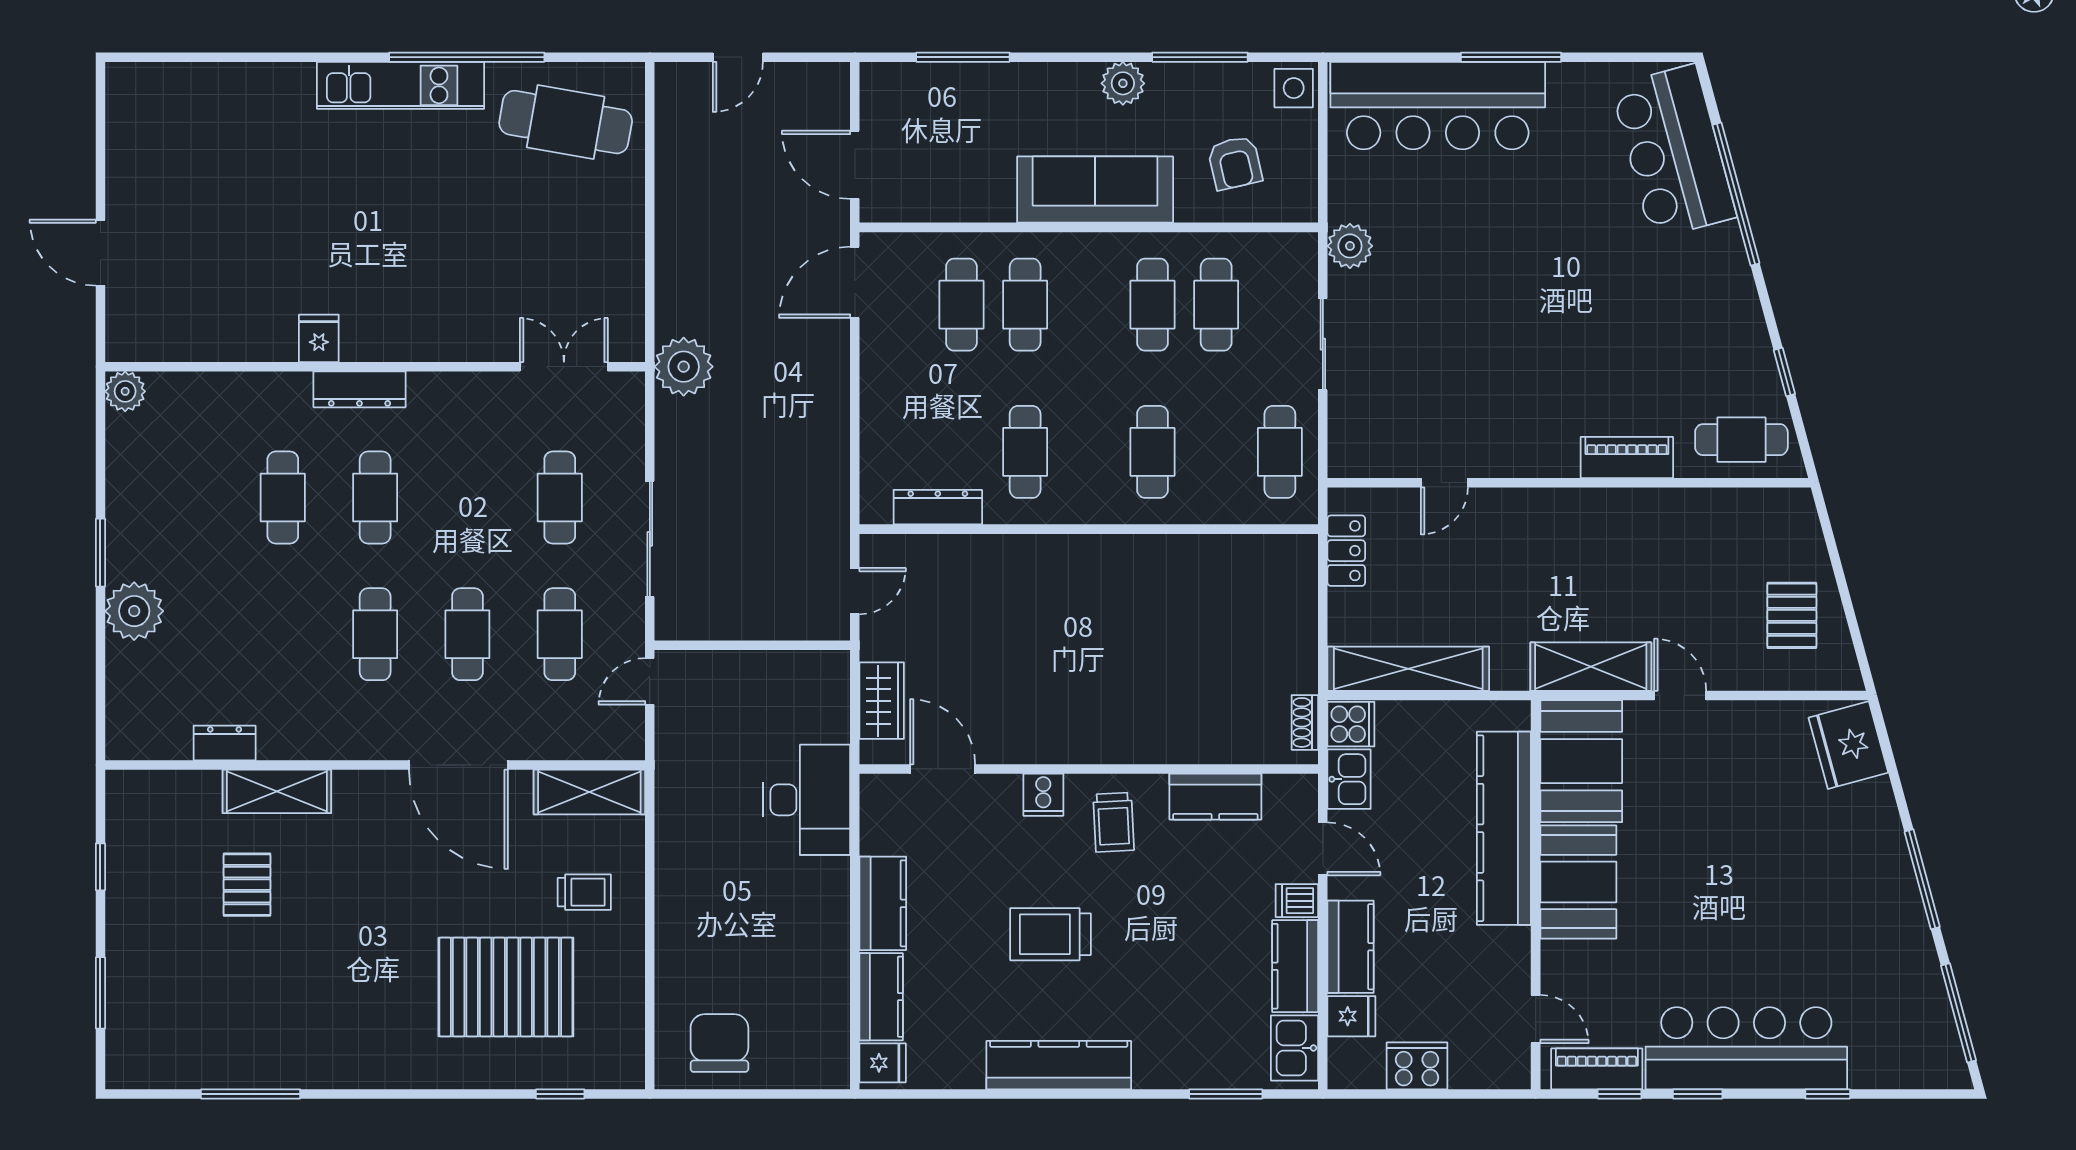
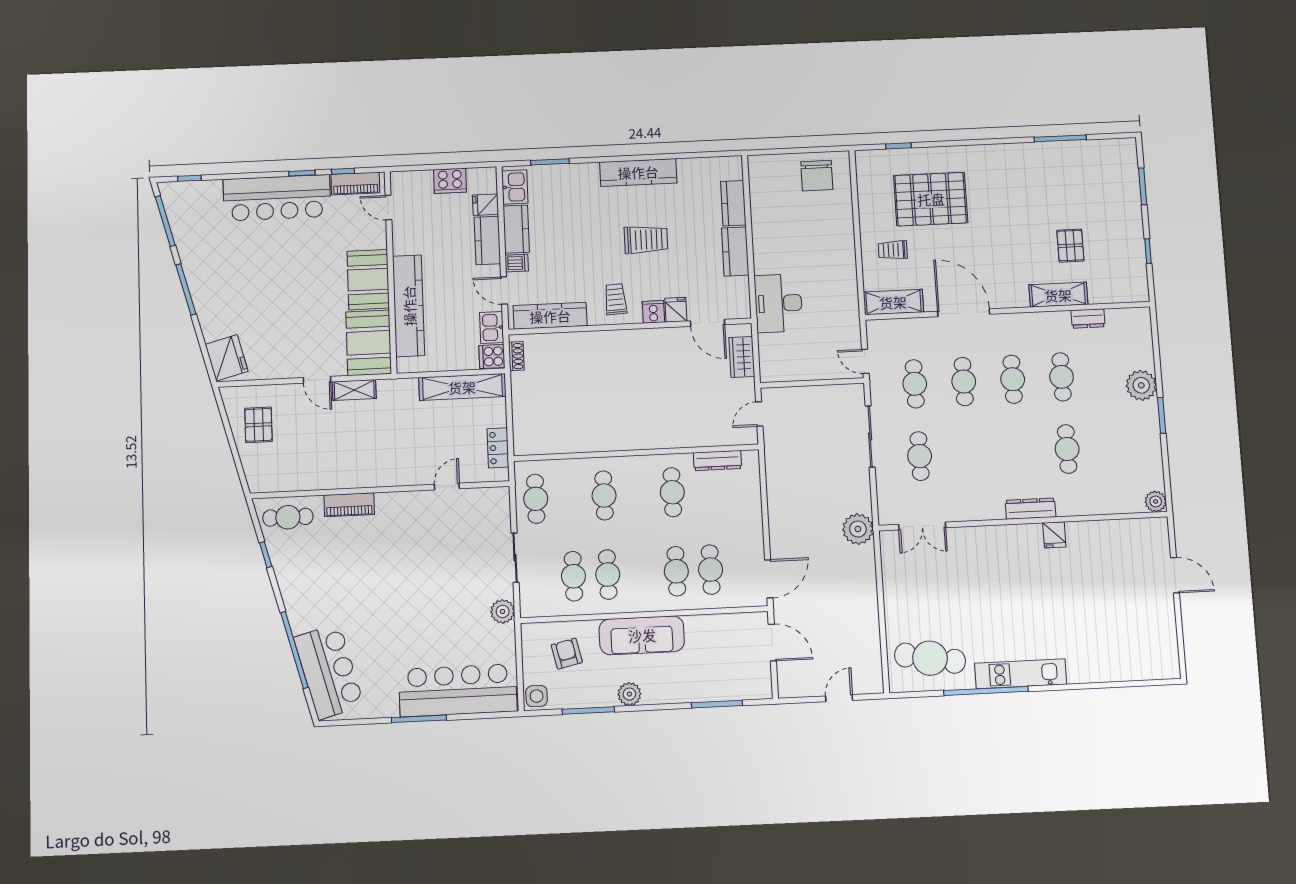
cafe table: (375, 498) -> (1062, 377), moved
shelving: (1591, 667) -> (354, 390), width x0.67, depth x0.75
door: (650, 681) -> (865, 361), swing flipped
kitchen counter: (1215, 797) -> (550, 316), width x1.50
fridge: (883, 1063) -> (676, 310), moved, turned 90
window: (1828, 1094) -> (189, 178), moved

